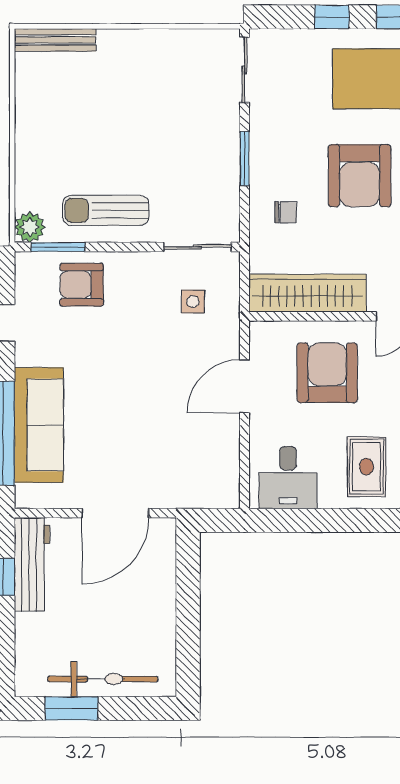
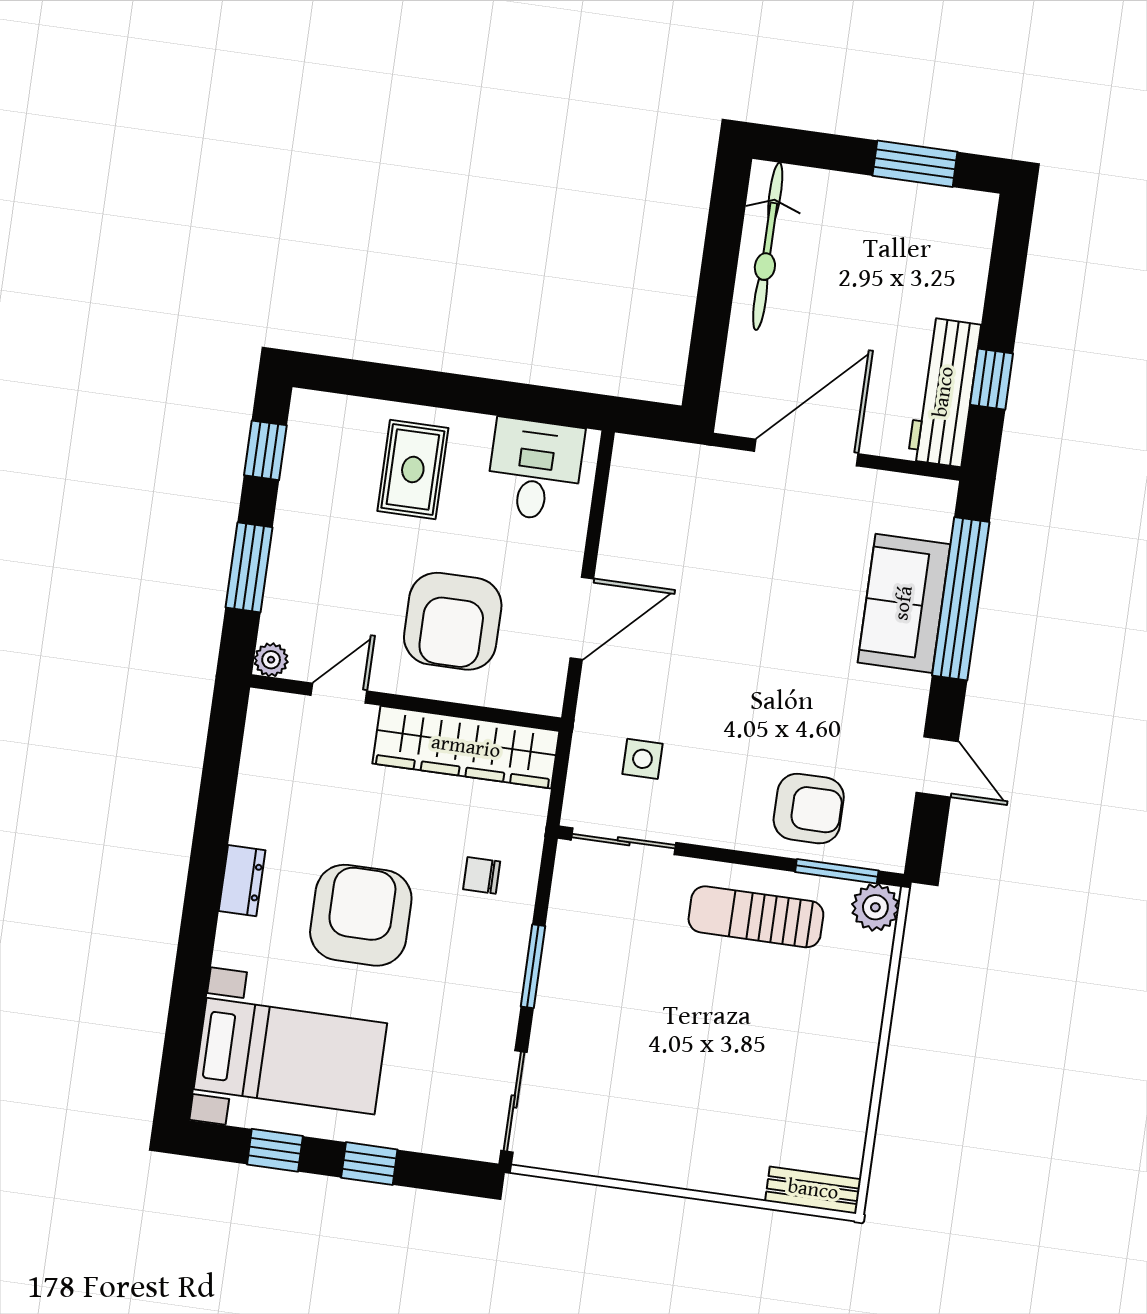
bench: (55, 40) -> (813, 1190), width x0.73
sun lounger: (106, 210) -> (756, 917), turned 180
sofa: (39, 425) -> (904, 603), width x0.73
bicycle: (103, 679) -> (768, 246), moved, turned -90

